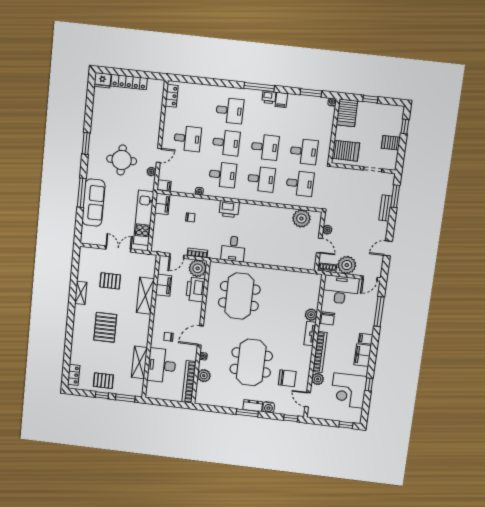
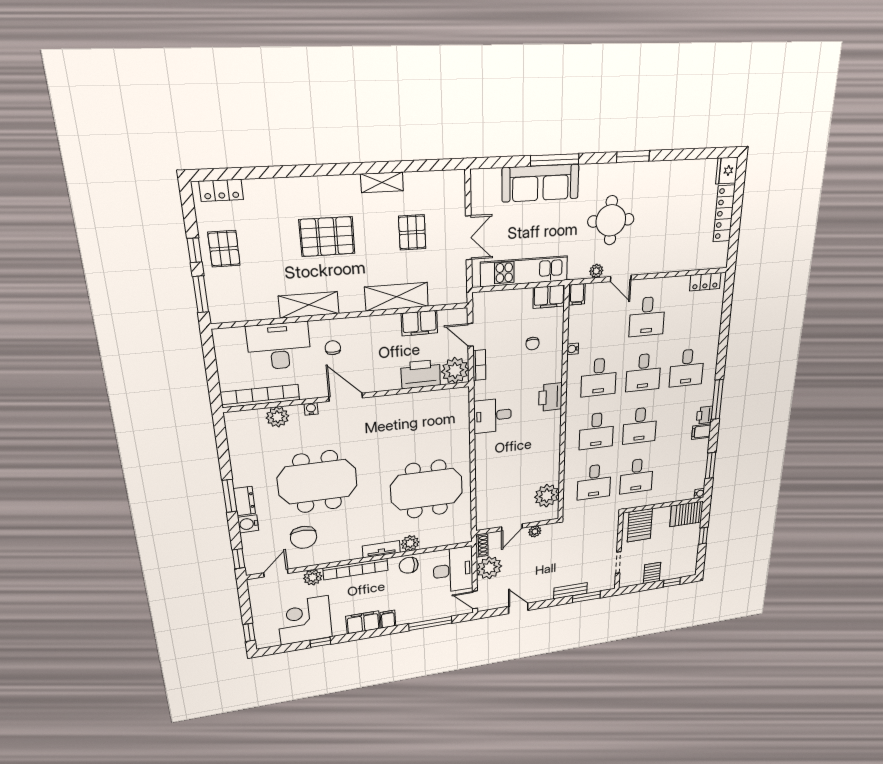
meeting table: (239, 296) -> (427, 489), moved
shelving: (139, 362) -> (309, 305), moved

